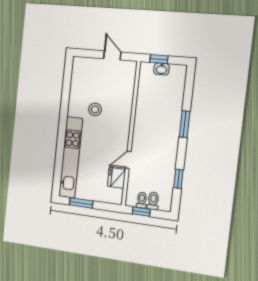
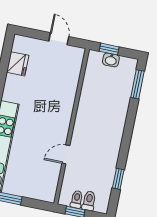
stool: (95, 109) -> (34, 96), removed
window: (185, 124) -> (137, 84), moved
fridge: (116, 178) -> (18, 64), moved, turned 180

